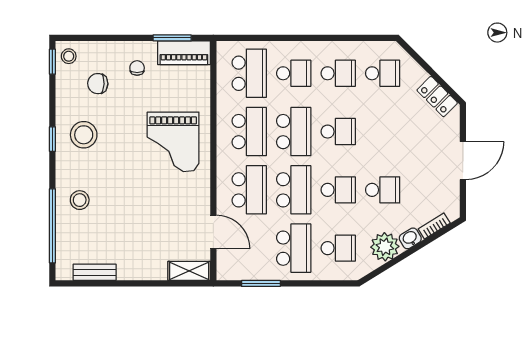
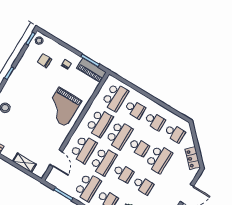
school desk: (383, 132) -> (159, 159), added
stool: (84, 135) -> (25, 80), removed
shelving: (189, 271) -> (24, 163), moved

